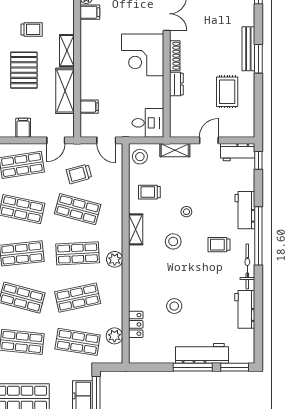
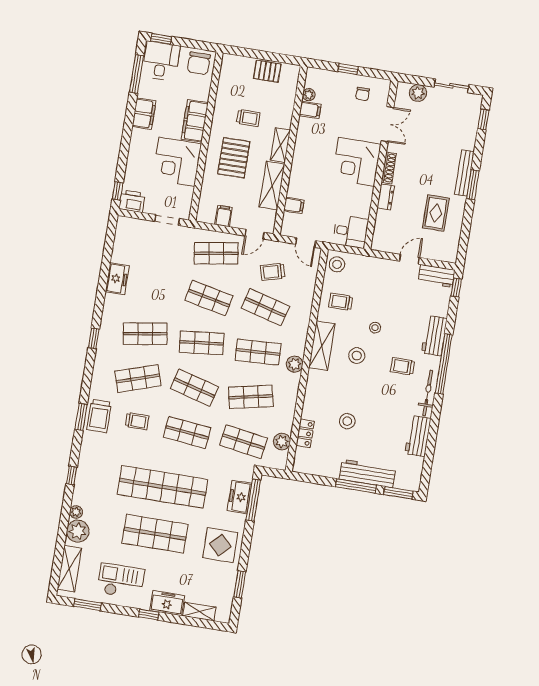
shelving: (175, 150) -> (373, 263), removed
shelving: (136, 229) -> (322, 346), width x1.50, depth x1.33

